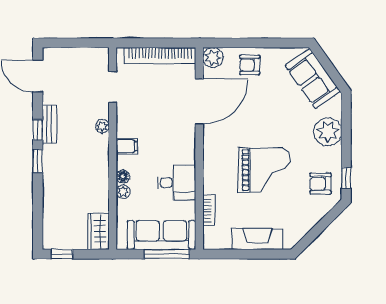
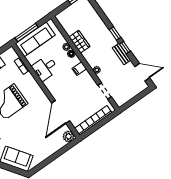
armchair: (250, 65) -> (49, 145), removed
wardrobe: (98, 231) -> (80, 42), moved

